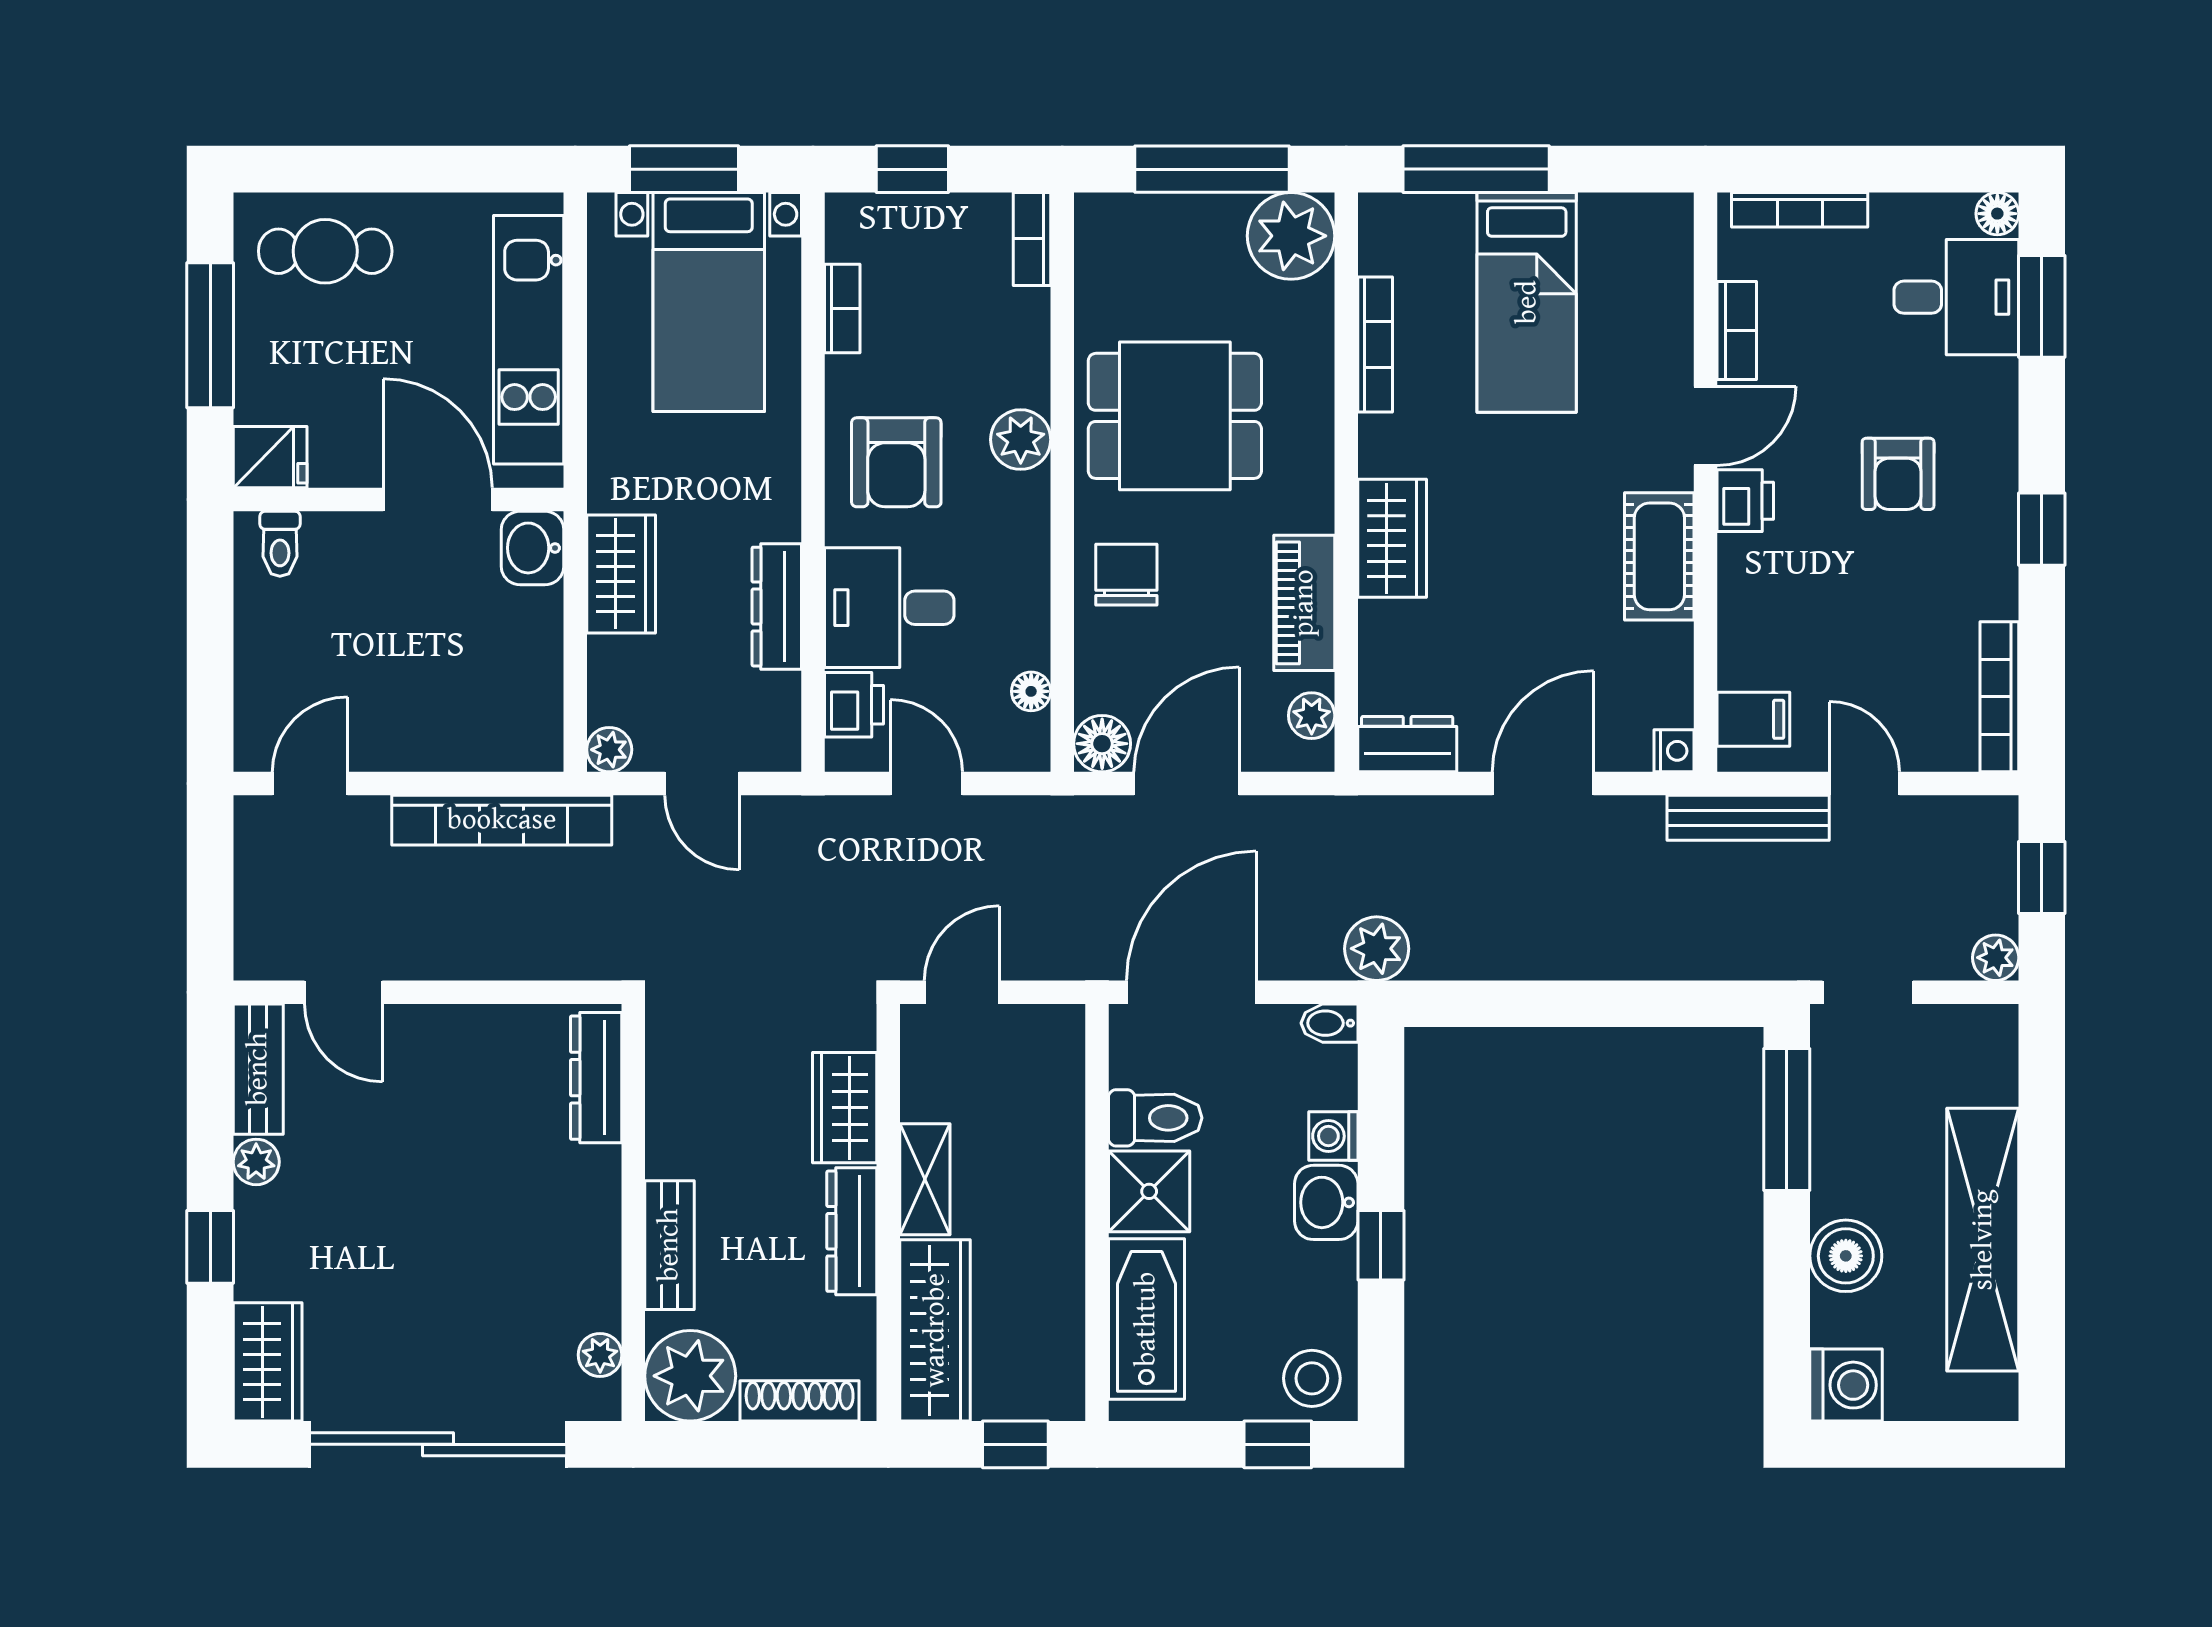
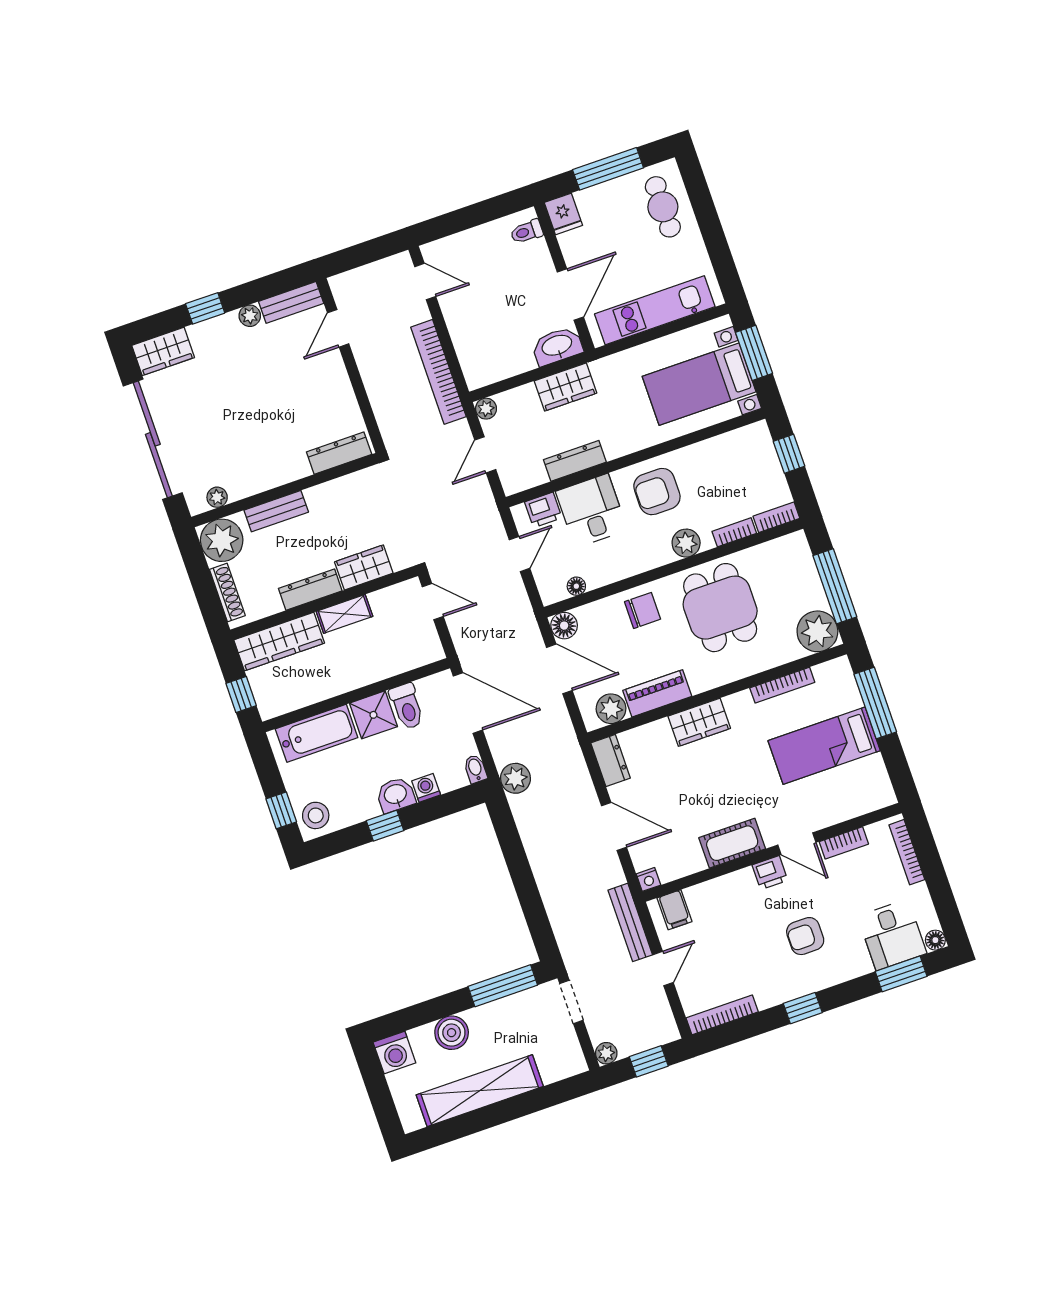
bookcase: (842, 309) -> (734, 532), moved, turned 180
washbasin: (533, 548) -> (557, 346), width x1.38
plant: (1312, 716) -> (611, 709), width x1.38, depth x1.38

